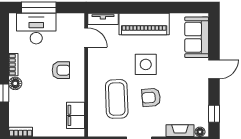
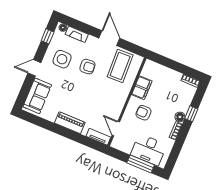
piano: (144, 24) -> (70, 123), width x0.73, depth x0.75
side table: (146, 64) -> (62, 59), moved
coffee table: (117, 99) -> (120, 66), moved
filing cabinet: (75, 115) -> (142, 88), moved

